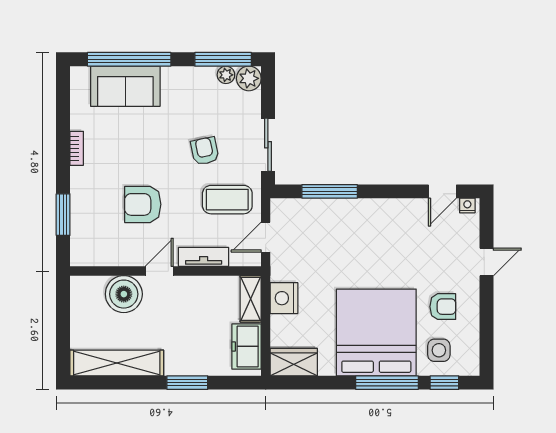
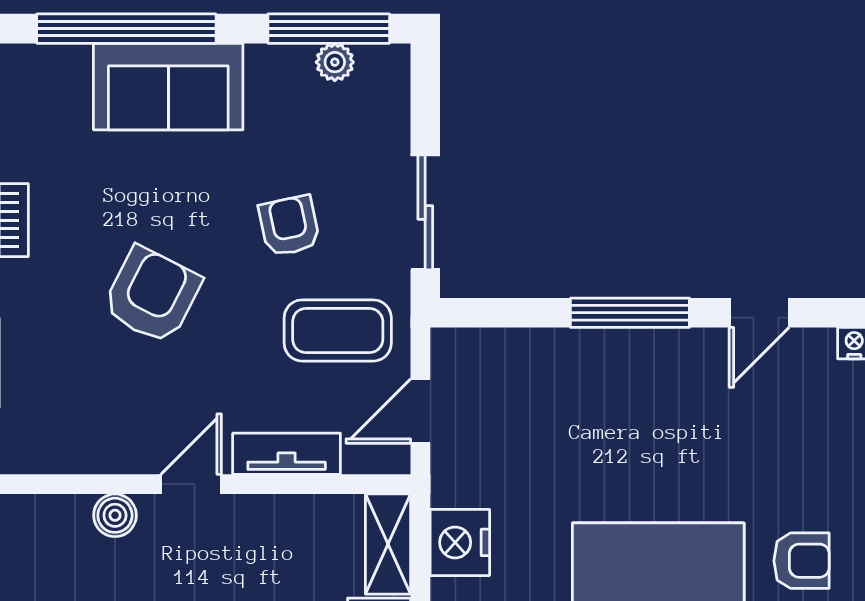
plant: (249, 78) -> (384, 70), removed
sofa: (125, 86) -> (168, 87), moved
window: (330, 191) -> (630, 313), moved
door: (442, 191) -> (759, 313), moved
armchair: (143, 204) -> (152, 295), moved, turned 117
boiler: (124, 294) -> (115, 515), width x0.54, depth x0.54

